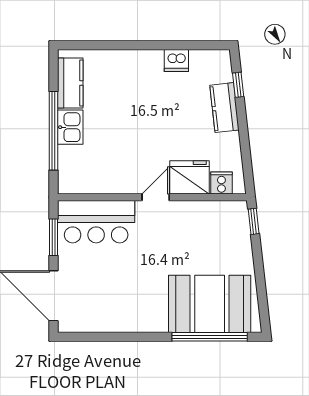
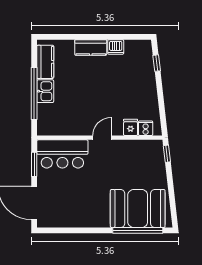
kitchen counter: (224, 108) -> (91, 47), moved, turned -84
fridge: (190, 177) -> (131, 127), width x0.53, depth x0.75

